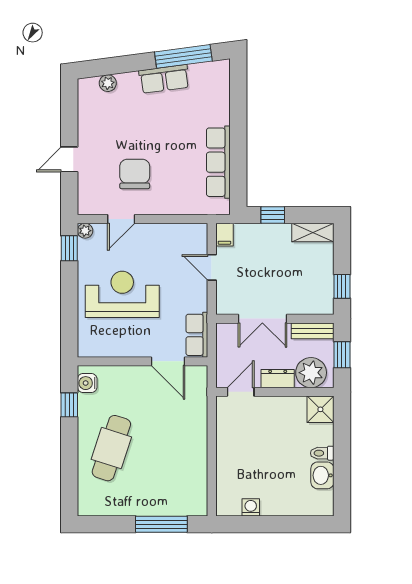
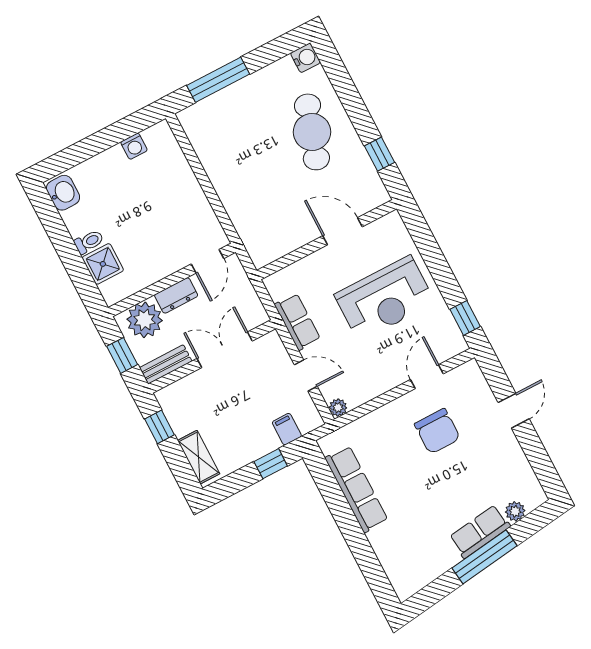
window: (183, 56) -> (484, 557), moved
row of seats: (164, 79) -> (480, 532), moved
plant: (85, 231) -> (338, 408), moved
shelving: (313, 233) -> (199, 457), moved, turned 90
filing cabinet: (224, 235) -> (287, 429), moved
row of seats: (197, 335) -> (297, 322), moved
door: (168, 361) -> (343, 231), moved
water cooler: (87, 383) -> (305, 58), moved
shower: (320, 409) -> (103, 264), moved
washbasin: (322, 475) -> (63, 193), moved

